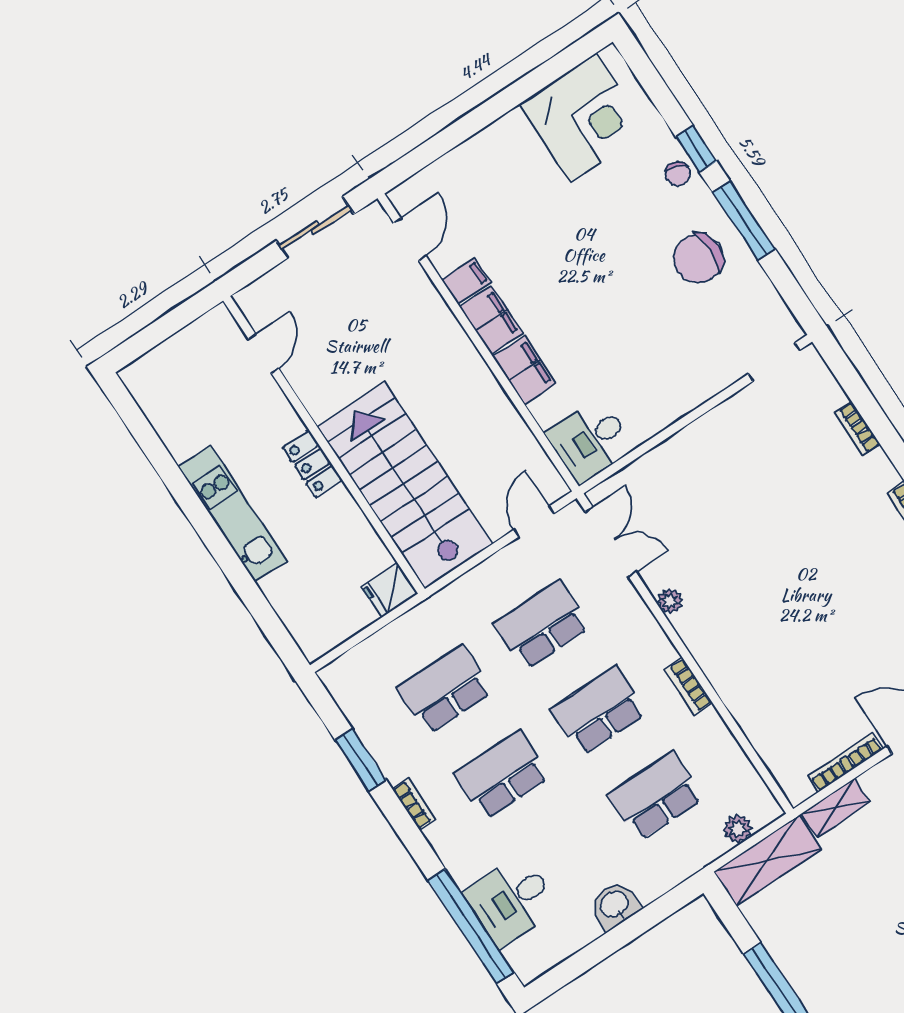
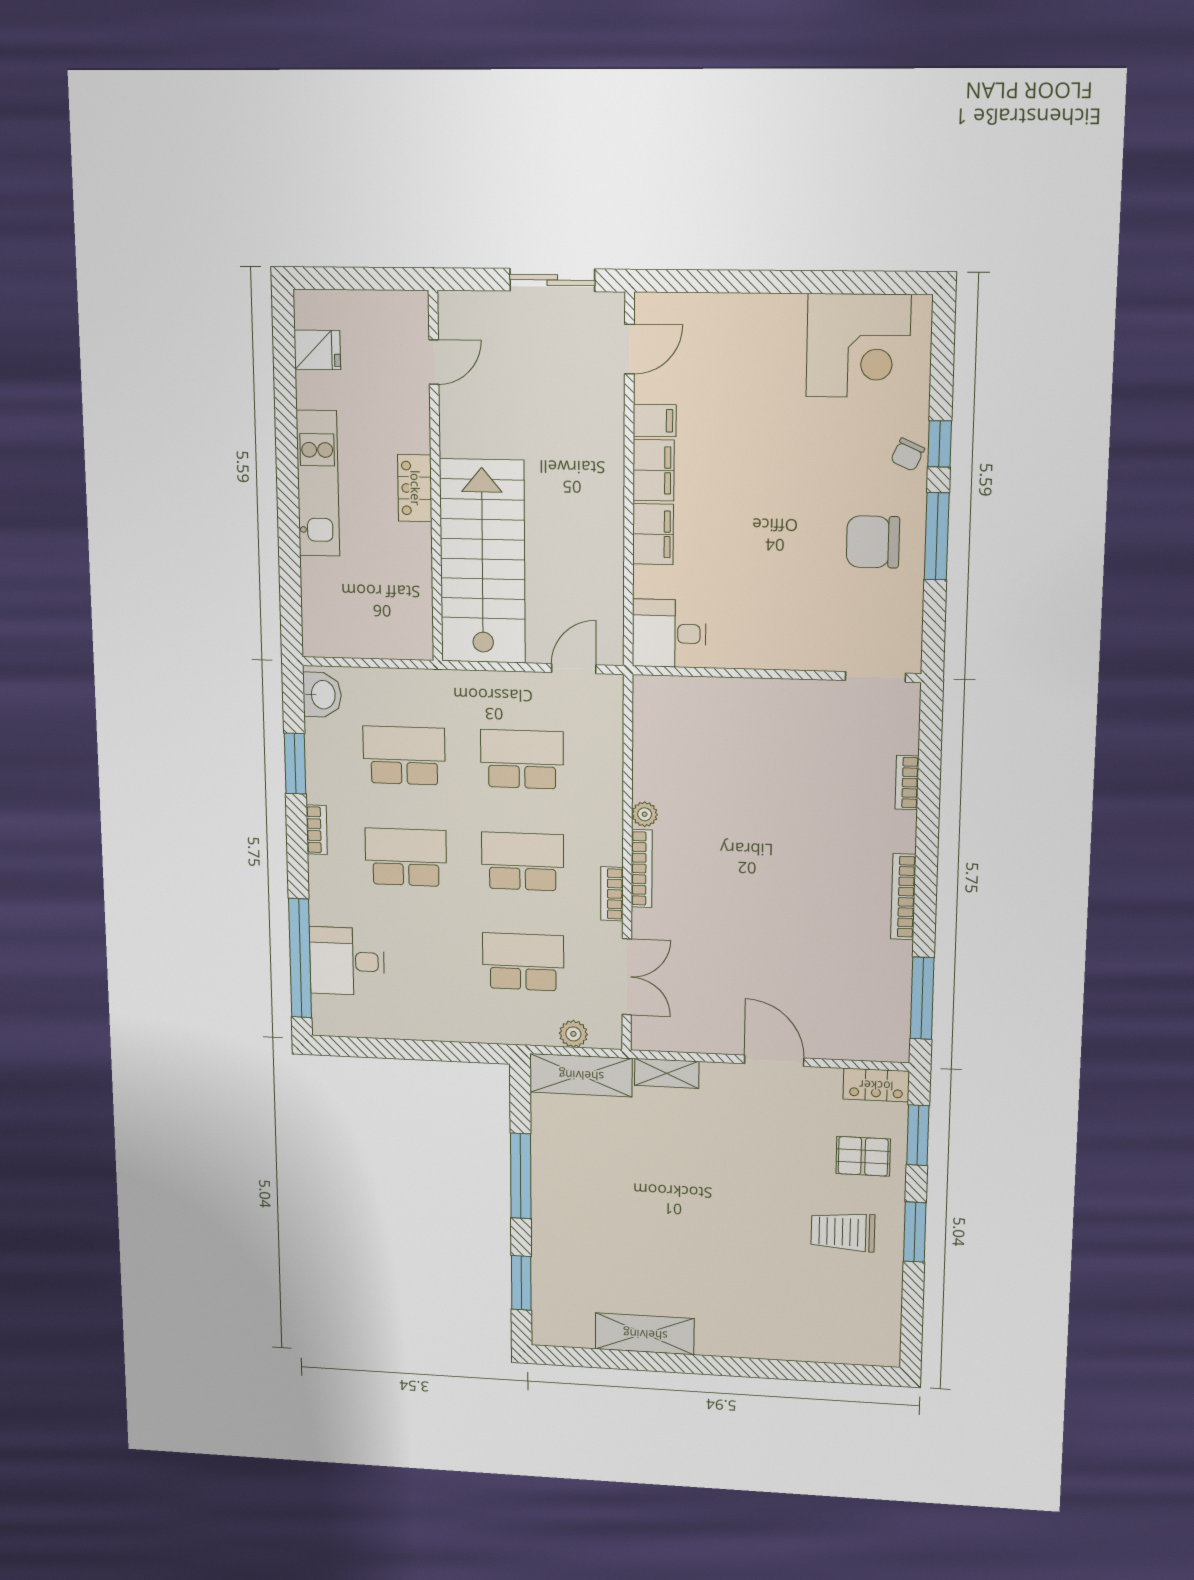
double door: (611, 542) -> (627, 977), moved
fridge: (390, 590) -> (317, 350), moved, turned 180
bookcase: (845, 762) -> (642, 869), moved, turned 90
washbasin: (615, 905) -> (322, 695), moved, turned 90

